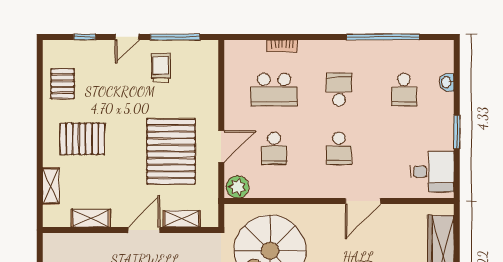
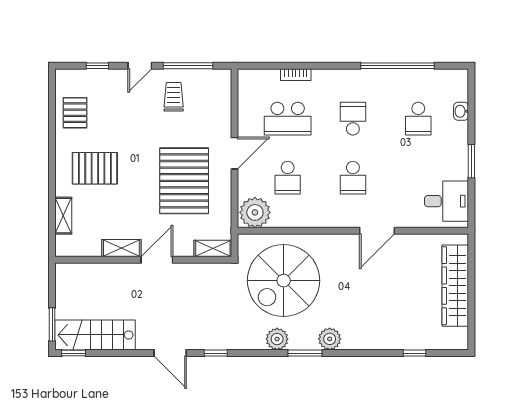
door: (221, 147) -> (235, 153), moved
plant: (237, 187) -> (255, 212), width x1.36, depth x1.36
shelving: (91, 218) -> (121, 248), moved
shelving: (182, 219) -> (213, 249), moved

